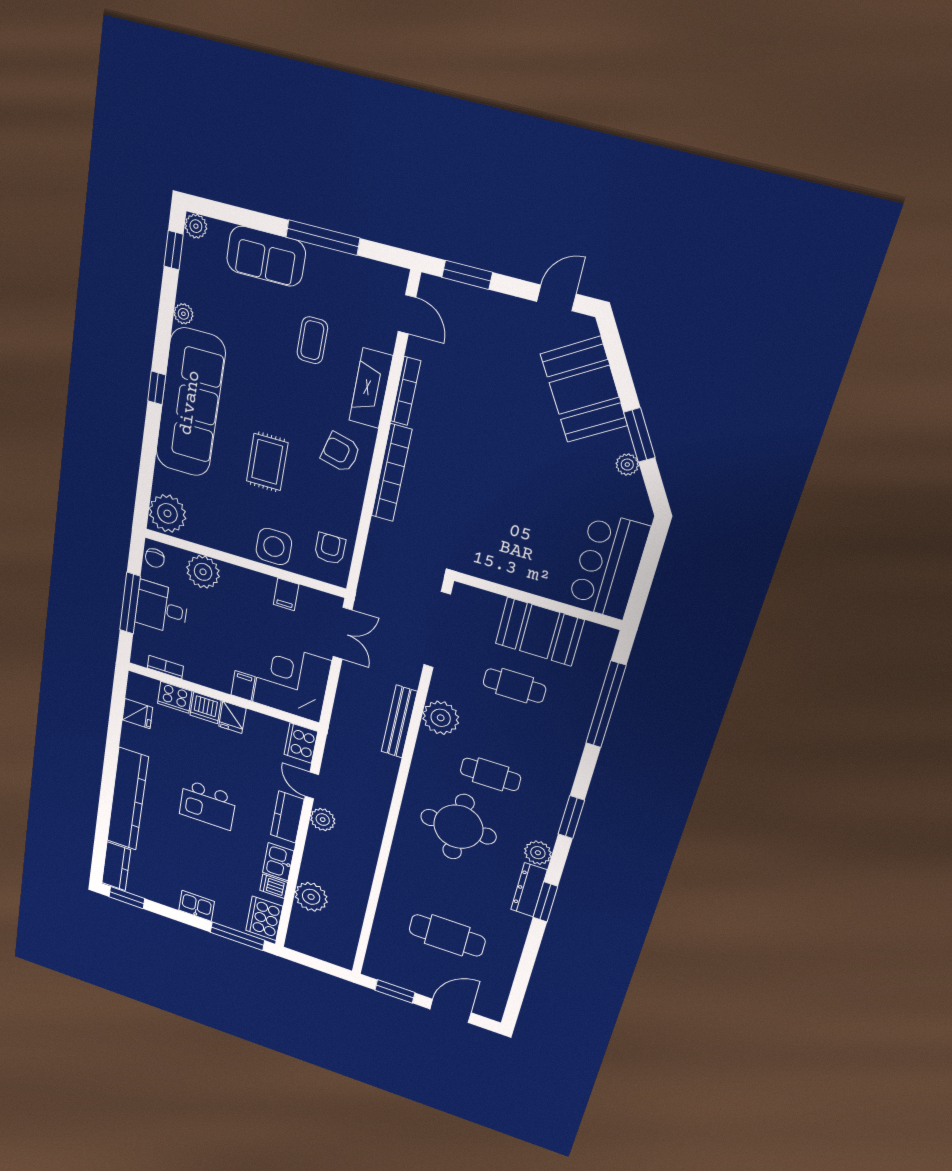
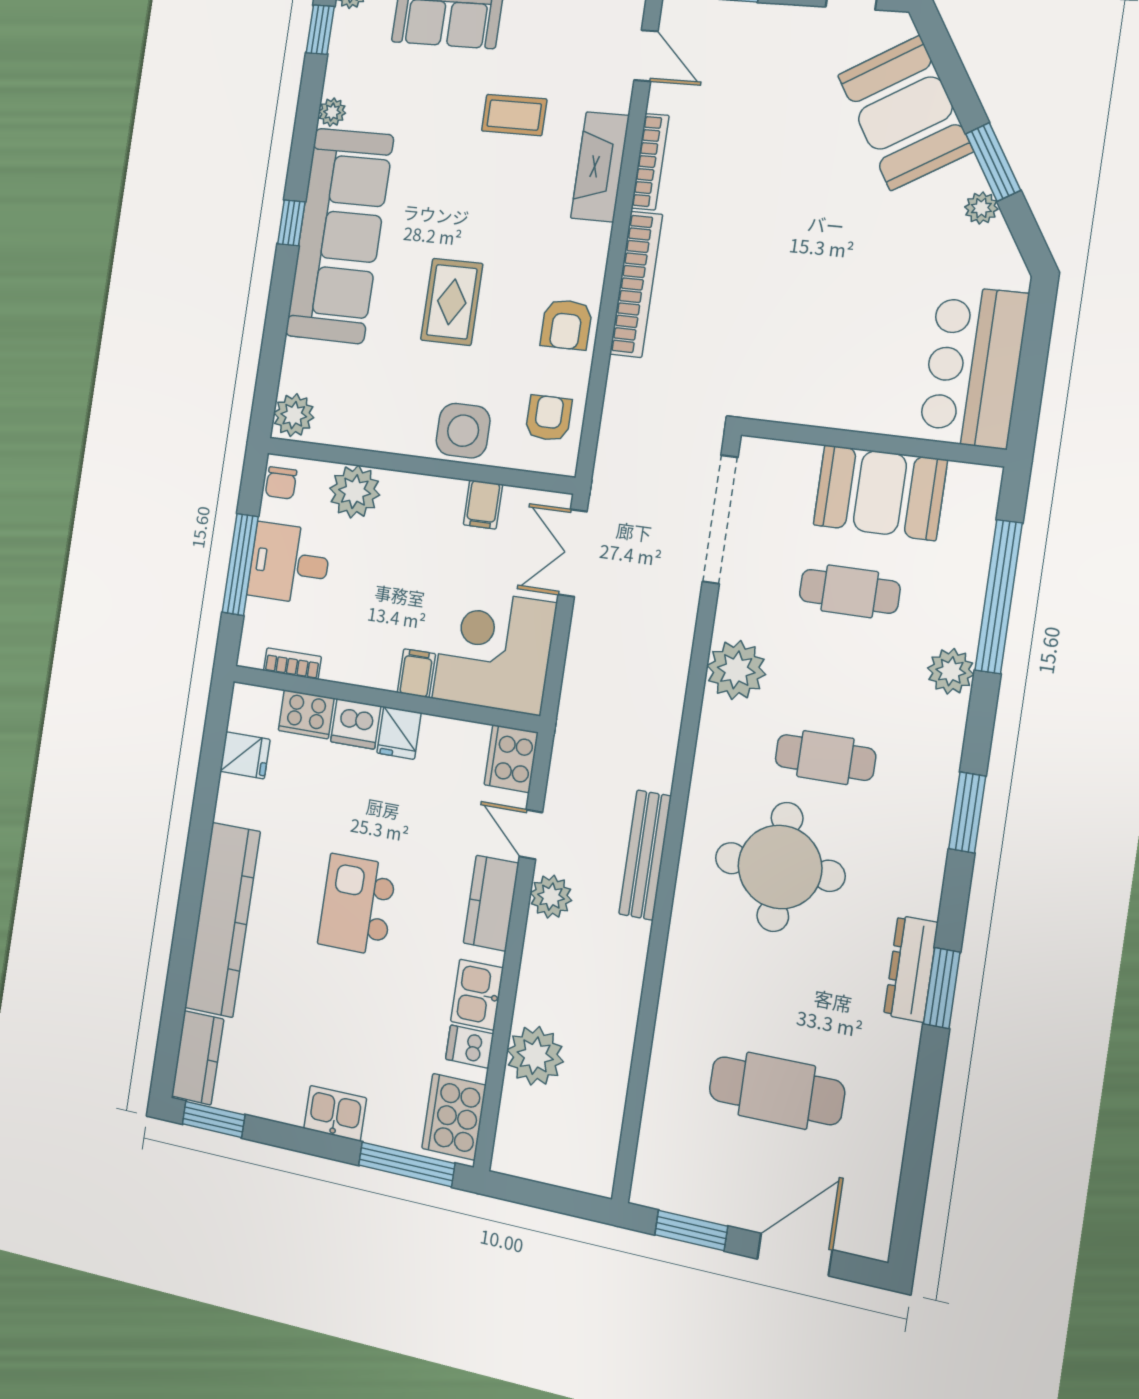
coffee table: (312, 340) -> (514, 115), turned 90
armchair: (340, 452) -> (566, 324), moved, turned -104
plant: (167, 513) -> (294, 415), width x0.73, depth x0.73
double door: (342, 633) -> (572, 553), swing flipped
bench: (399, 722) -> (645, 855), moved
kitchen island: (208, 805) -> (357, 905), turned 90
plant: (538, 853) -> (951, 671), moved

